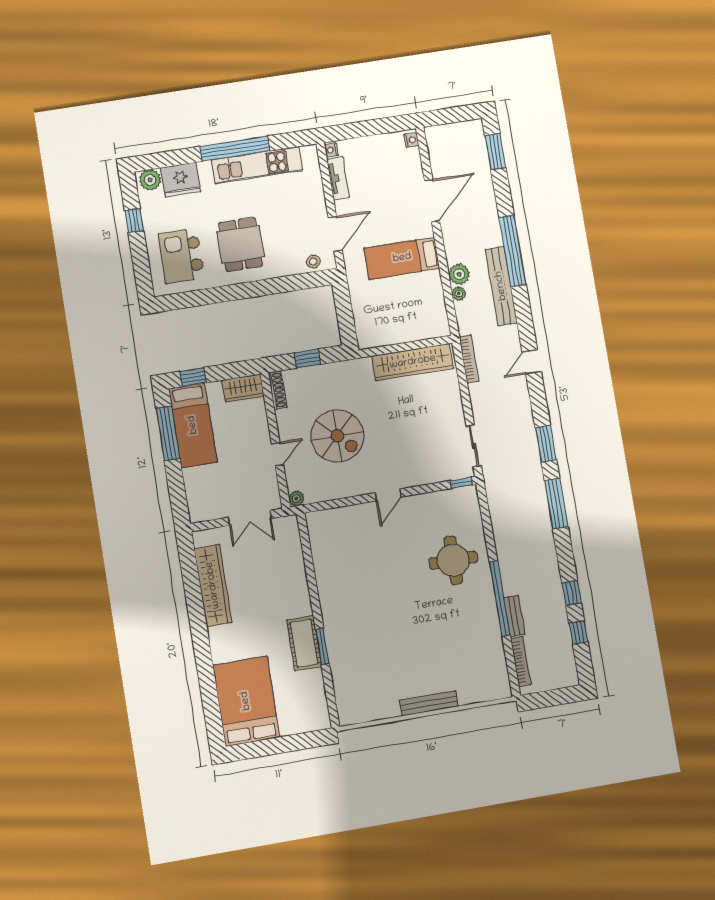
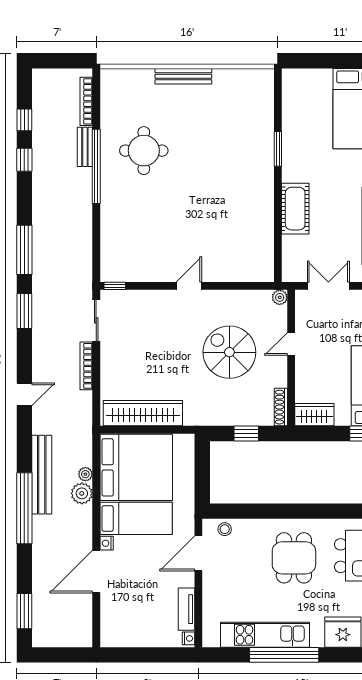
nightstand: (411, 140) -> (107, 543), moved
bed: (410, 308) -> (136, 467), added
bookcase: (469, 359) -> (86, 366), moved
round table: (453, 560) -> (144, 151), moved
cot: (304, 643) -> (295, 209), moved

